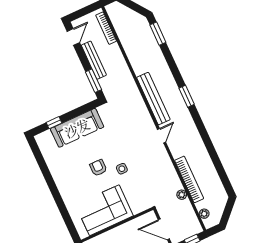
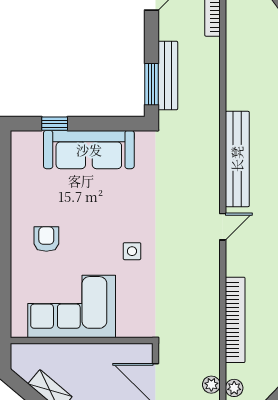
bench: (94, 60) -> (168, 75), moved
armchair: (98, 168) -> (46, 239), moved
plant: (182, 195) -> (211, 385), moved

